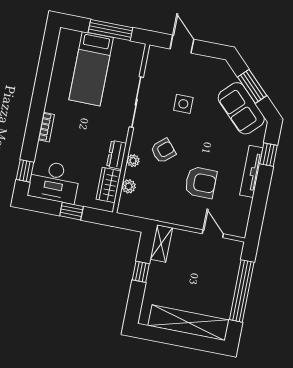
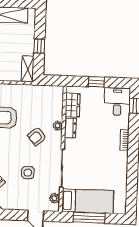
bed: (91, 69) -> (88, 201), moved, turned 90
desk: (54, 182) -> (117, 101), width x0.73
plant: (129, 186) -> (55, 198), moved

